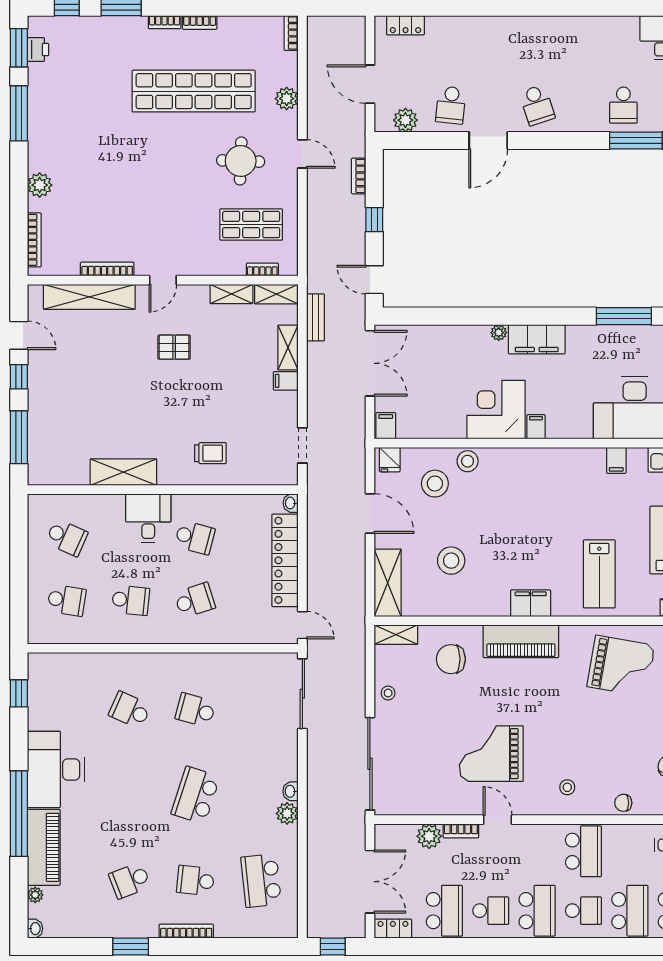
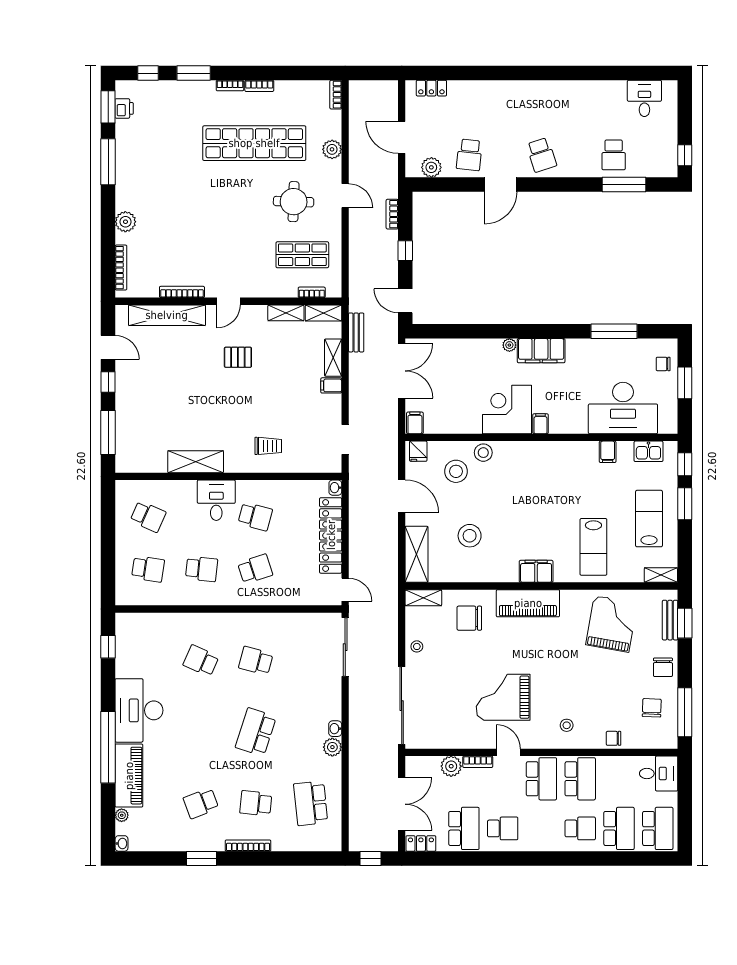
grand piano: (621, 666) -> (612, 624), turned -90
school desk: (537, 911) -> (541, 779), moved

